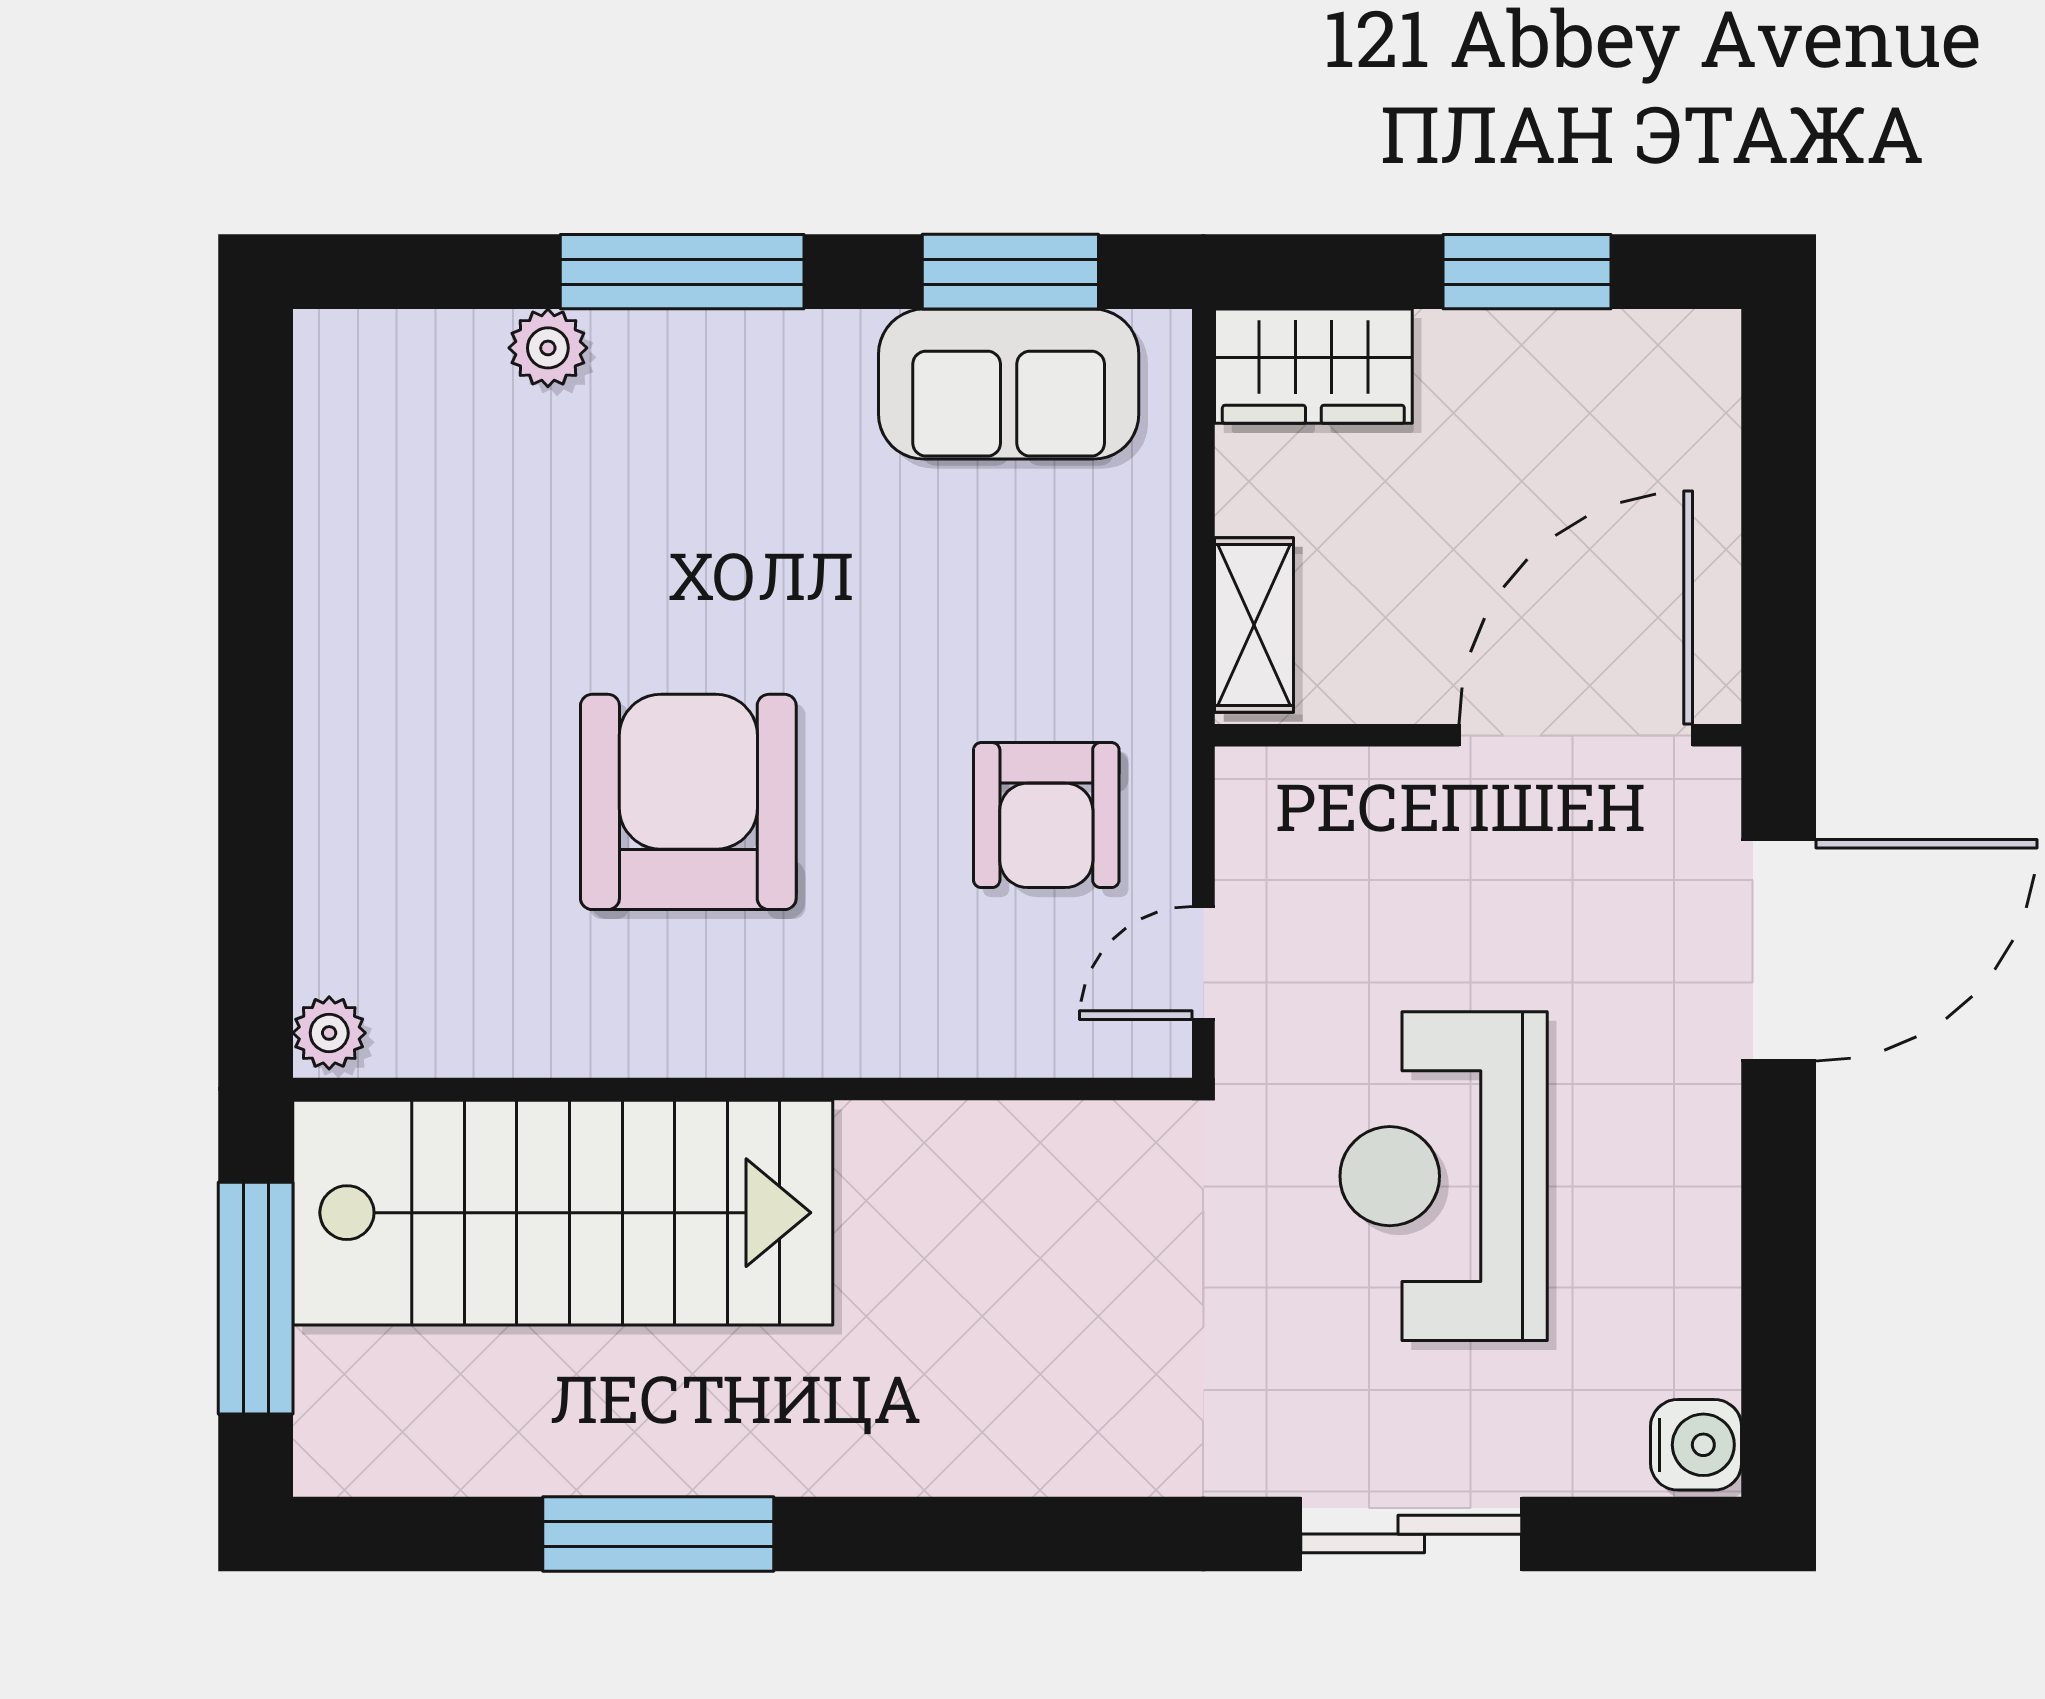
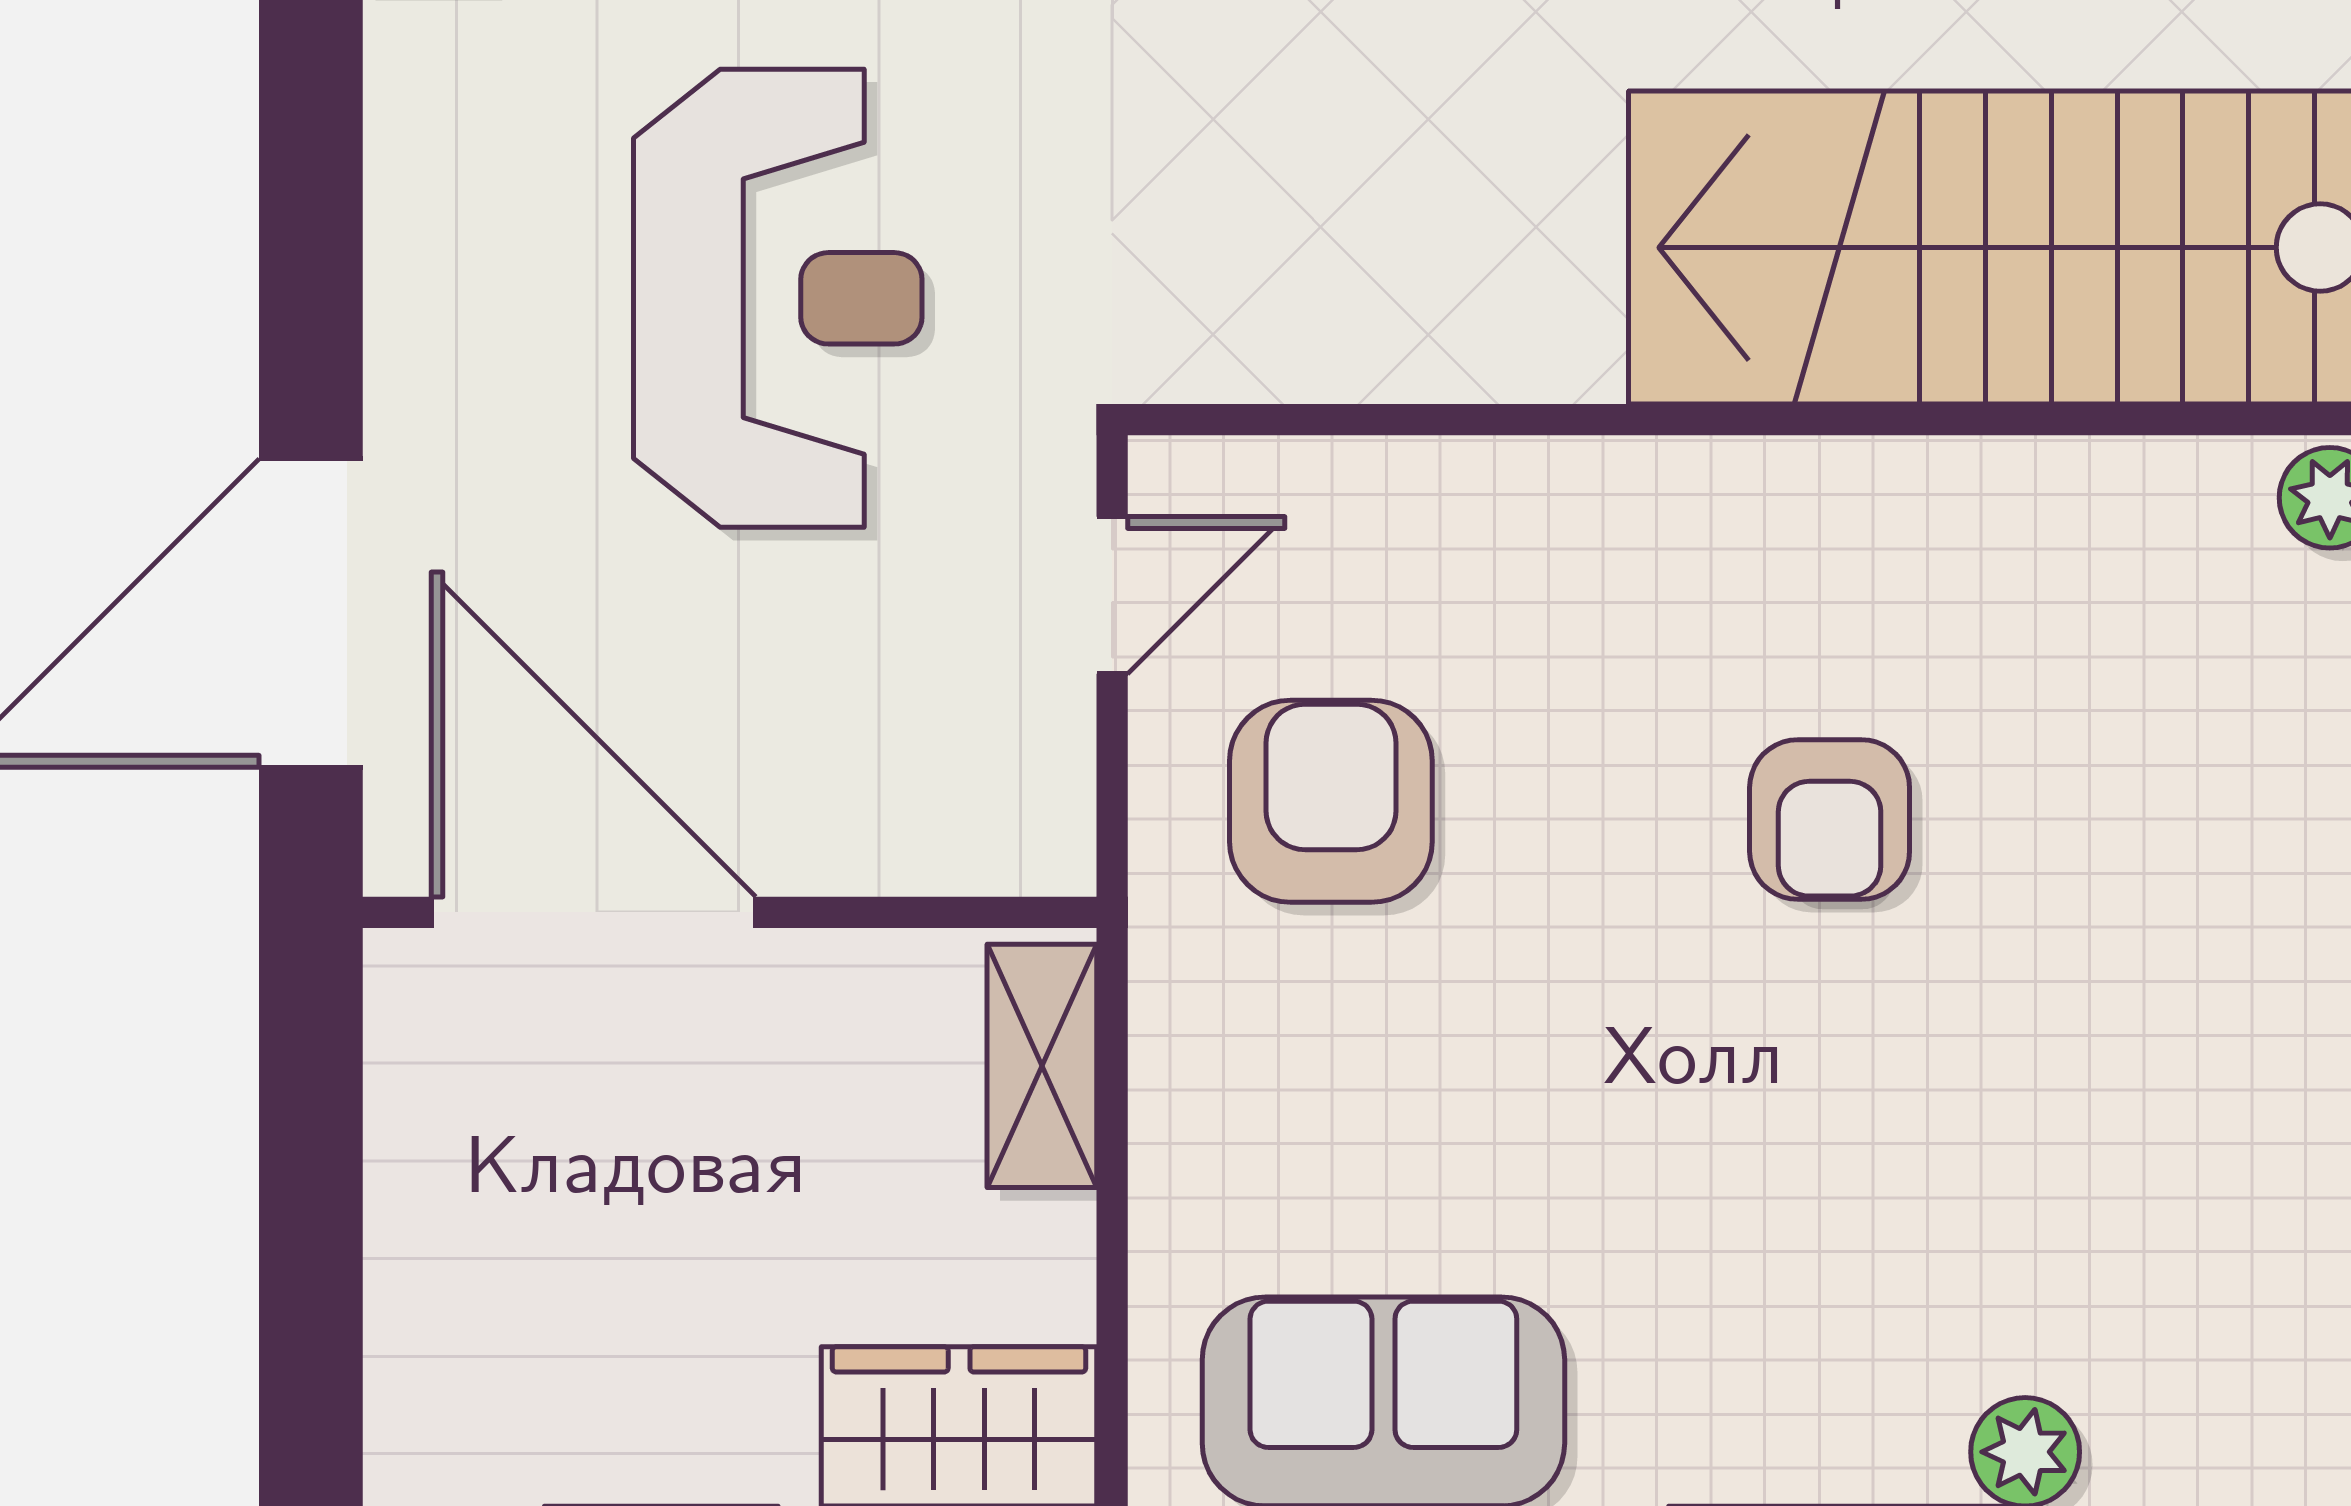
door: (1576, 735) -> (594, 912), swing flipped
armchair: (688, 802) -> (1830, 820), width x0.53, depth x0.53

